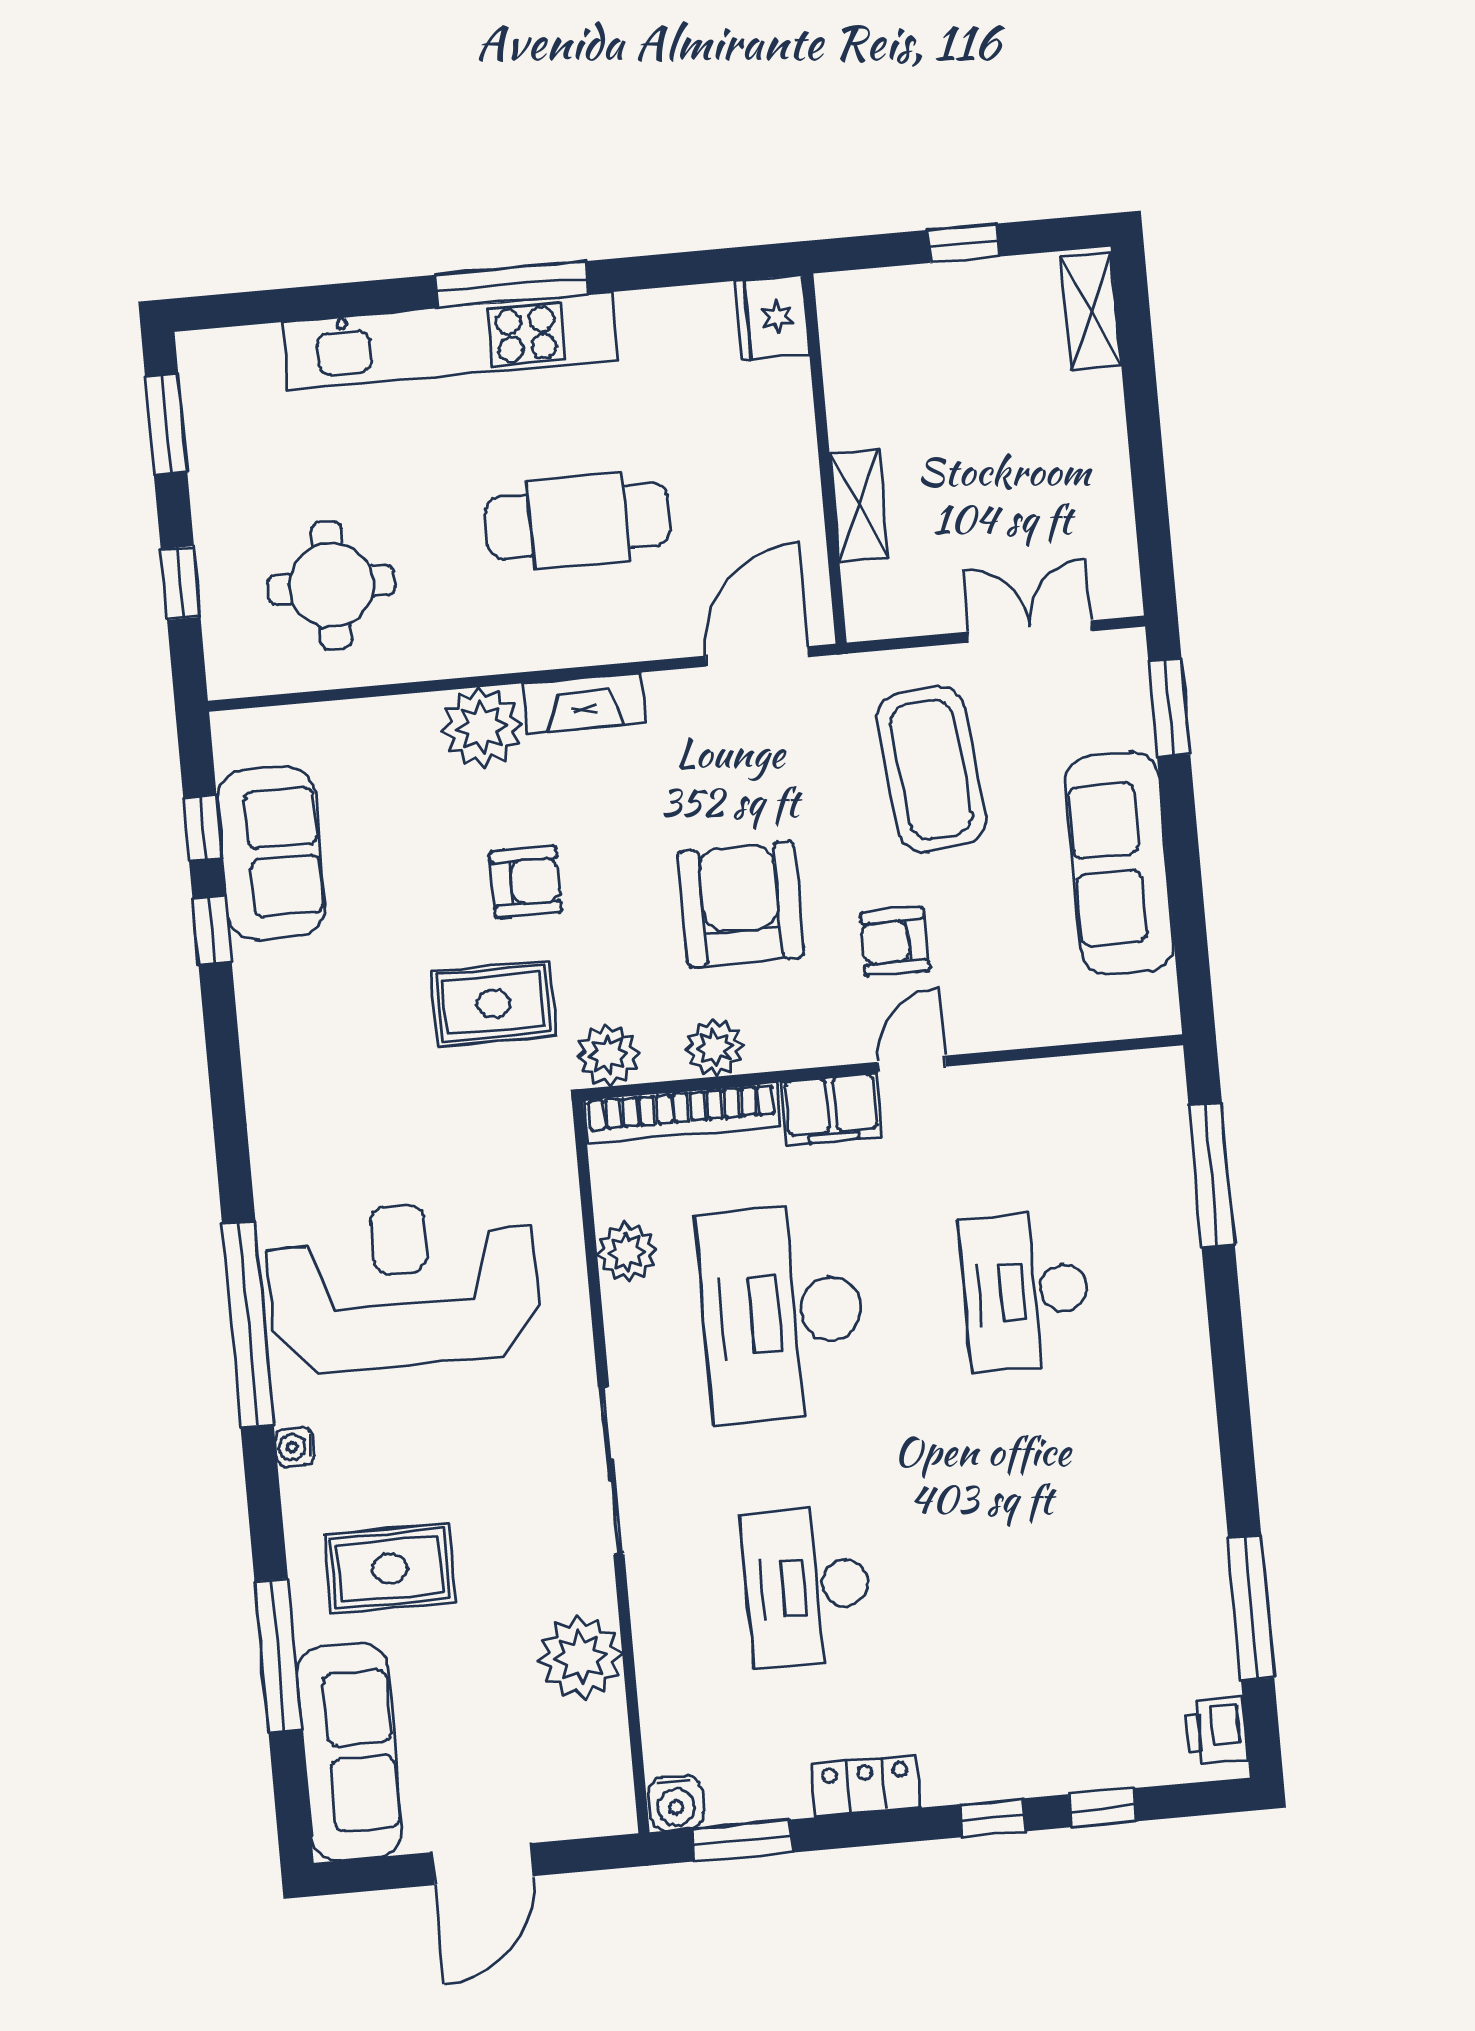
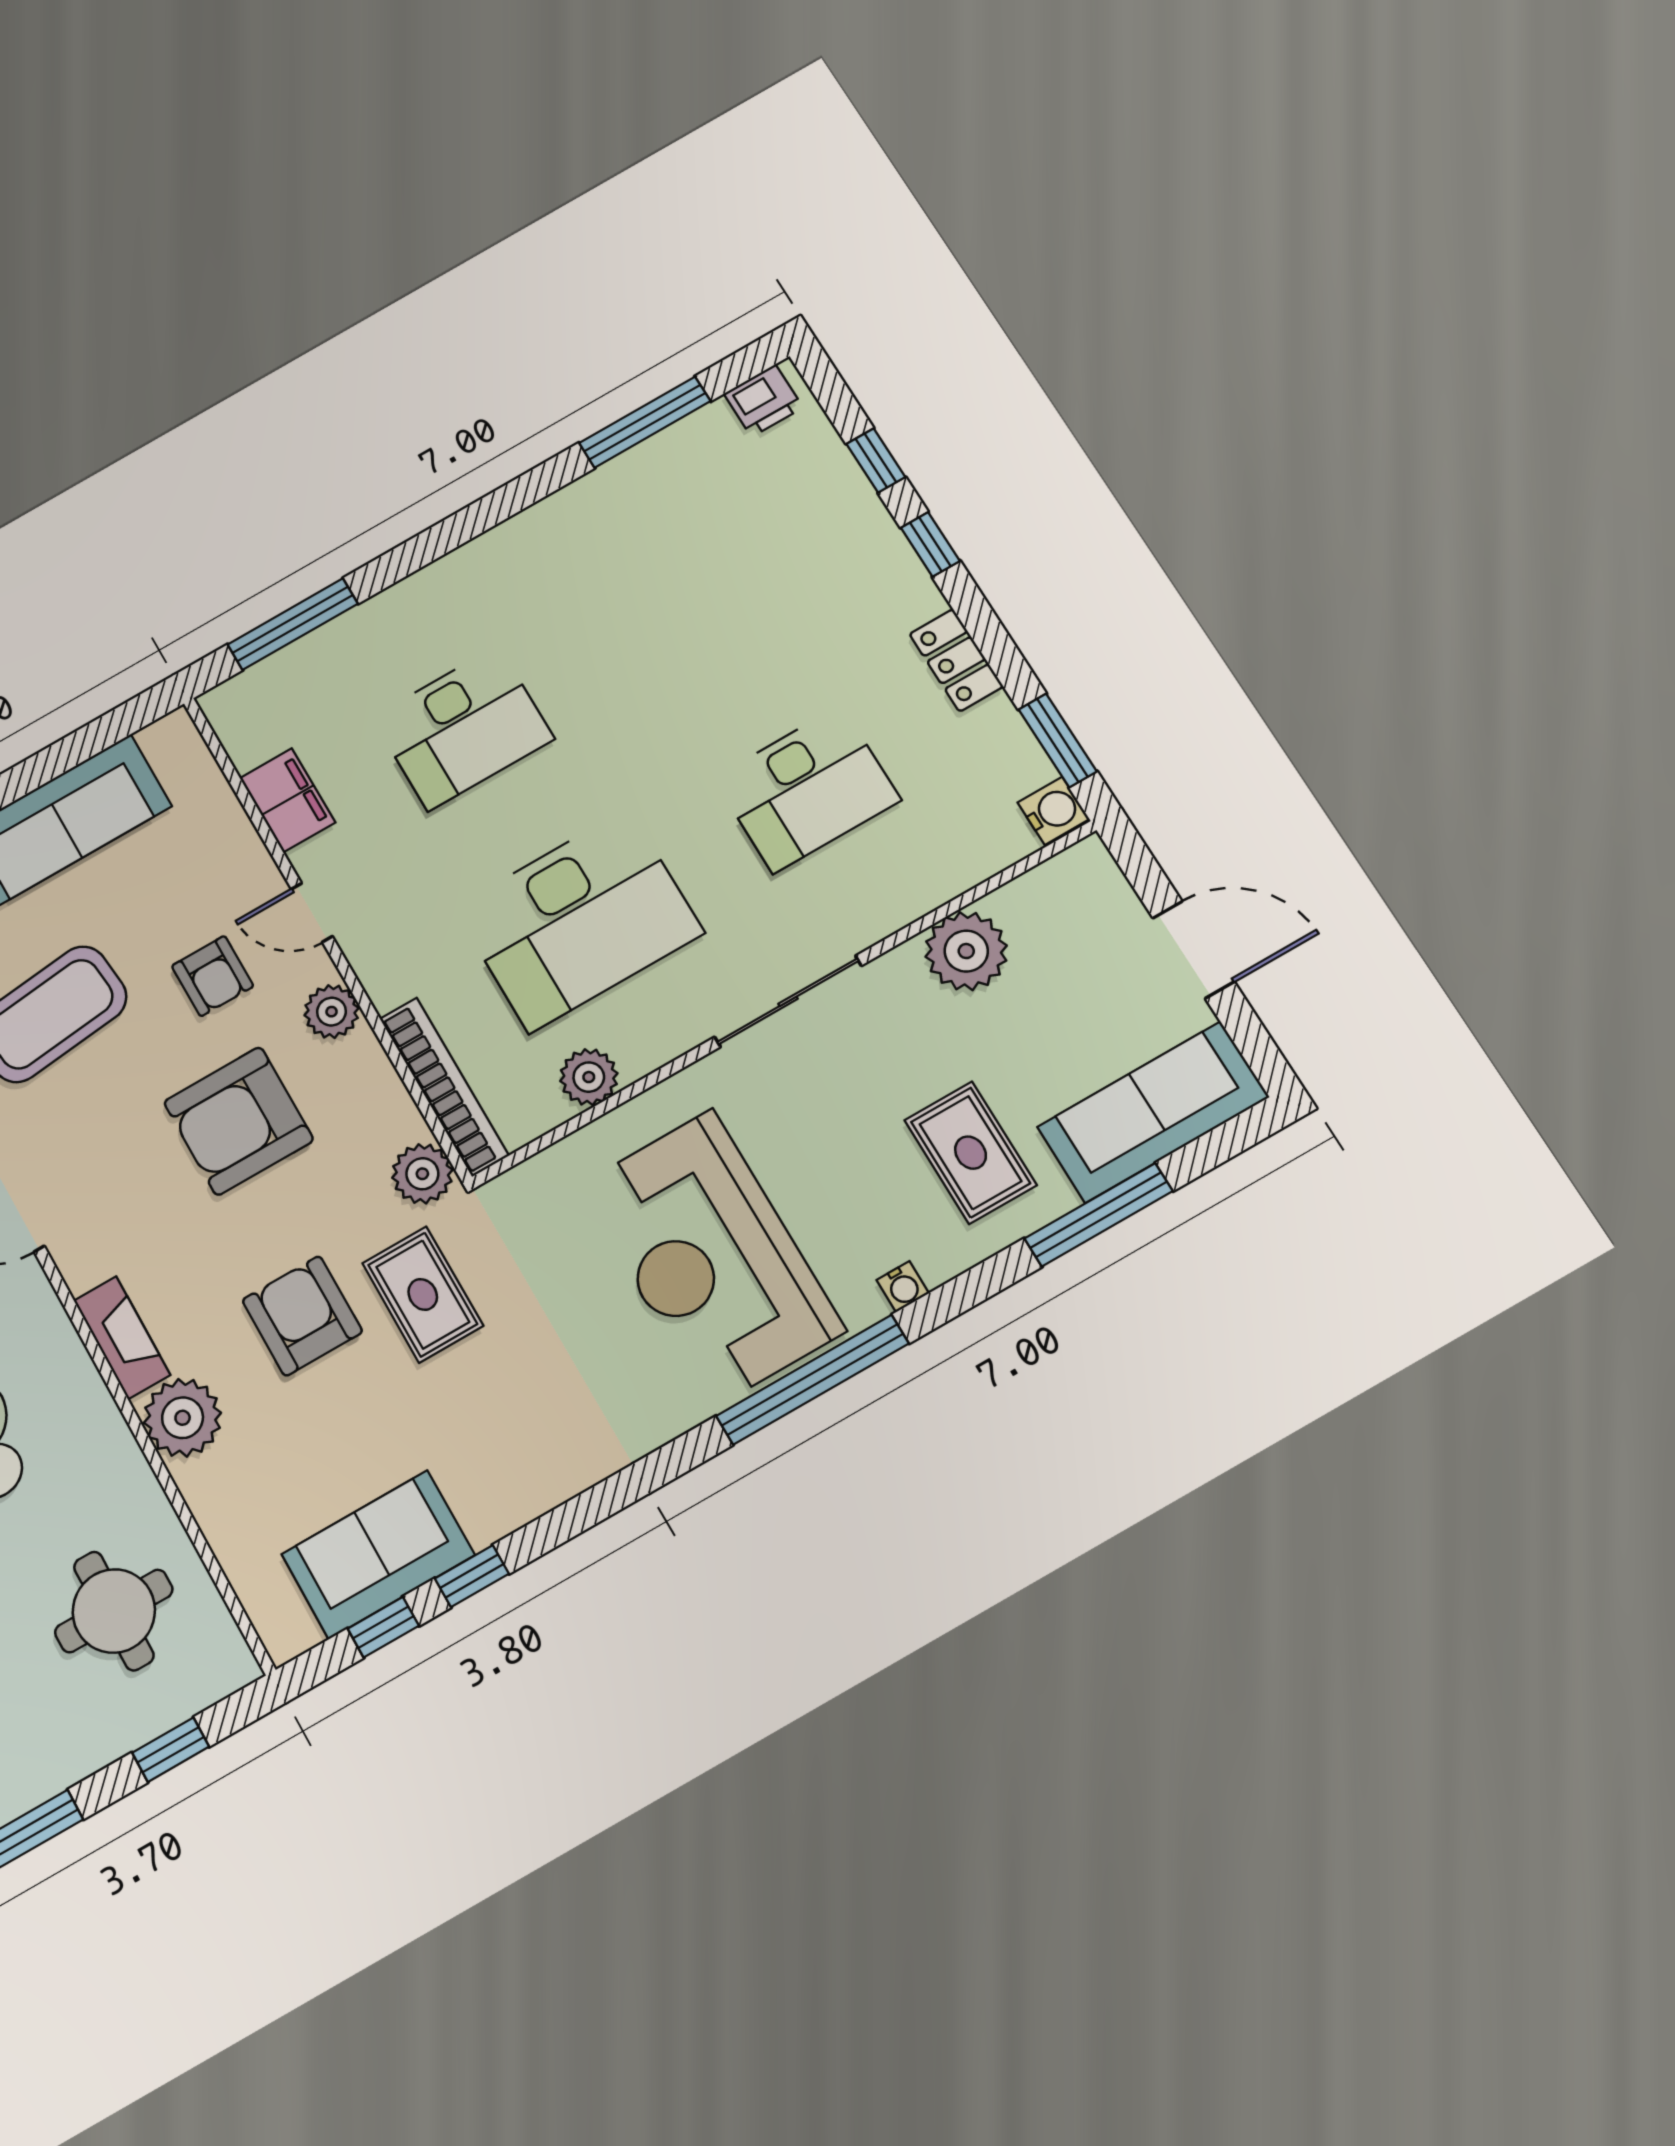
armchair: (526, 882) -> (302, 1316), width x1.38, depth x1.38
plant: (715, 1048) -> (332, 1012), moved
filing cabinet: (831, 1109) -> (287, 800), moved

